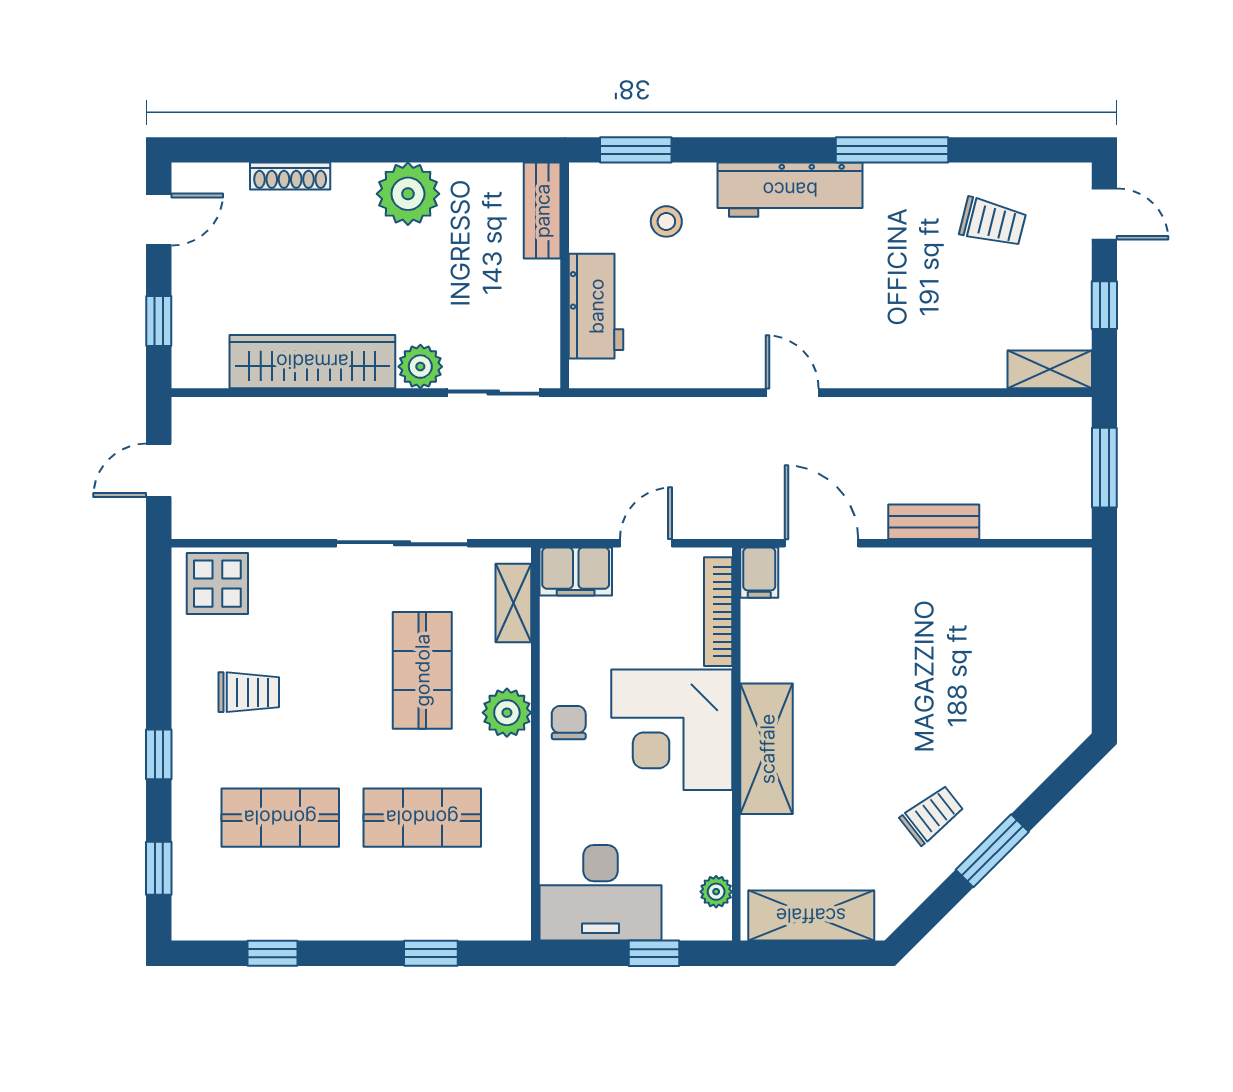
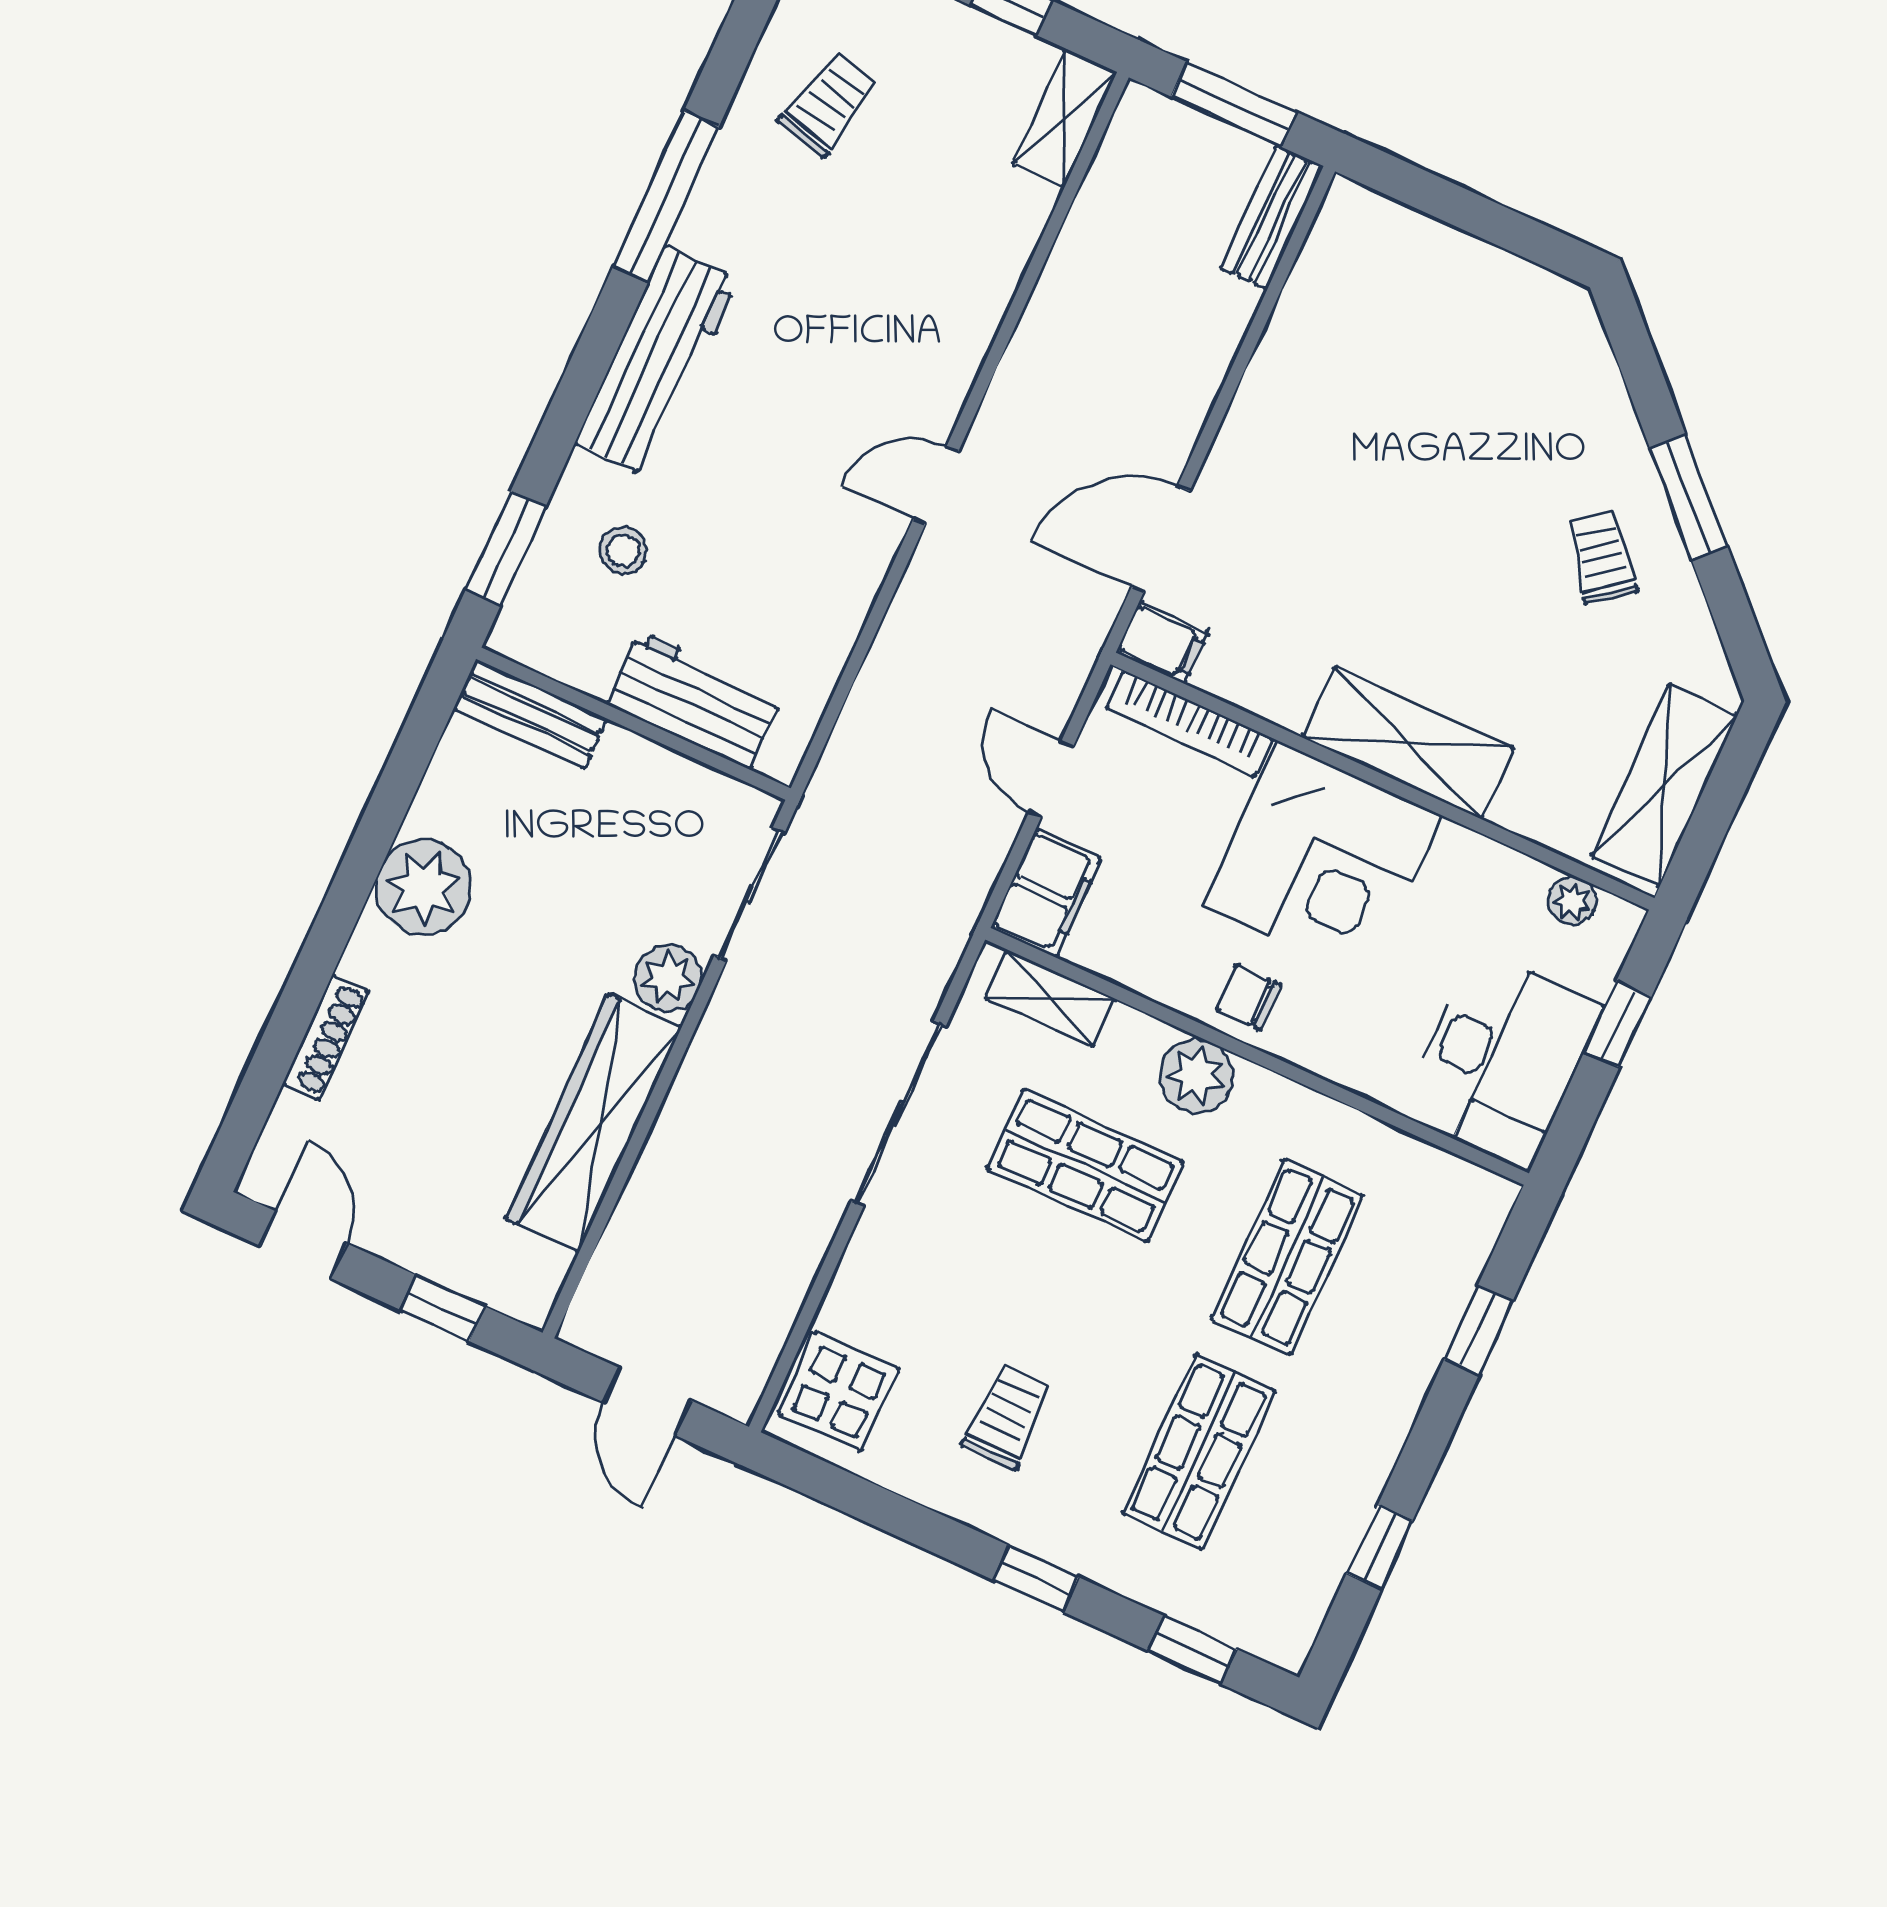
bench: (934, 522) -> (1272, 217), moved

